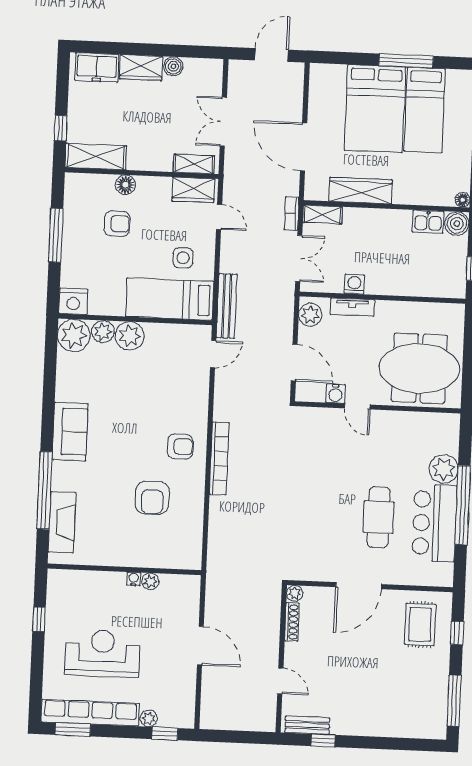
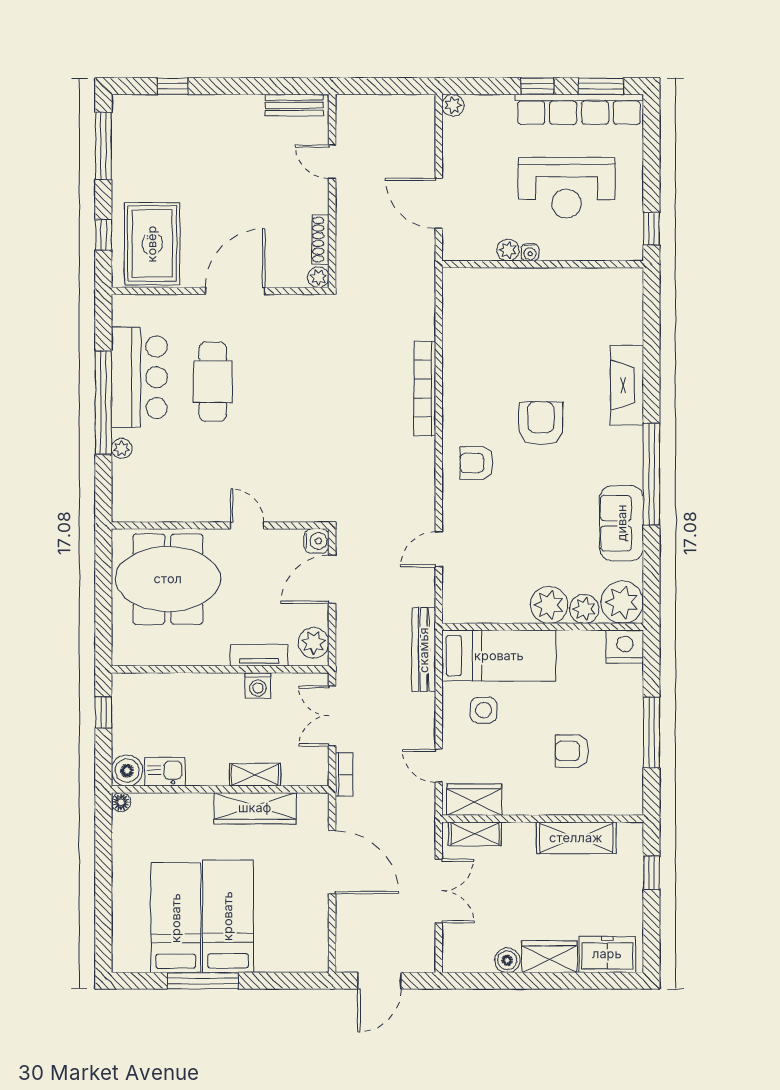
bed: (375, 109) -> (228, 916), width x0.67
shelving: (96, 157) -> (576, 838), moved
floor lamp: (125, 185) -> (563, 803), removed
shelving: (322, 215) -> (255, 775), moved
door: (213, 354) -> (439, 549), moved
door: (294, 363) -> (332, 579), hinge flipped
water cooler: (335, 394) -> (317, 541), moved, turned 90
sofa: (70, 432) -> (622, 523), moved
bookcase: (219, 459) -> (425, 389), moved
plant: (444, 469) -> (121, 448), width x0.53, depth x0.53
window: (45, 490) -> (651, 474), moved
armchair: (152, 498) -> (541, 423), moved
fireplace: (62, 522) -> (627, 385), moved
wall: (124, 569) -> (543, 264), moved
water cooler: (134, 579) -> (530, 252), moved
plant: (150, 581) -> (508, 250), moved
rug: (420, 624) -> (152, 244), width x1.36, depth x1.43
plant: (149, 718) -> (453, 105), moved
window: (165, 734) -> (537, 86), moved
window: (323, 740) -> (173, 86), moved

